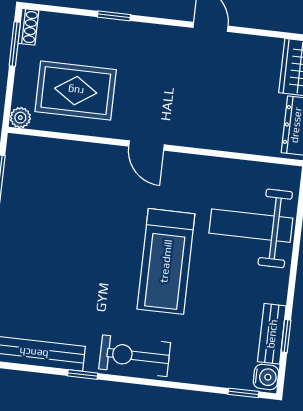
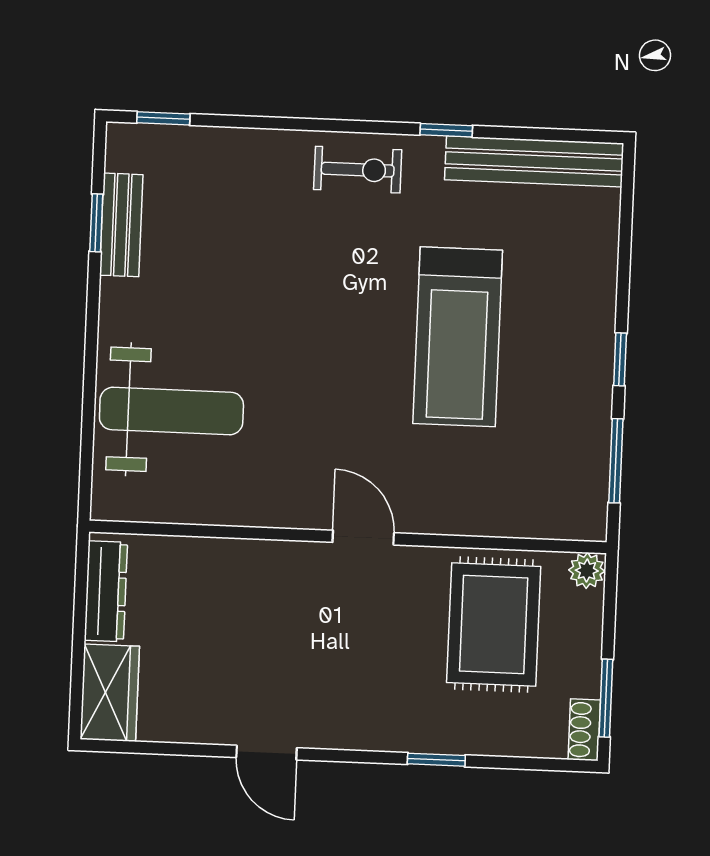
rug: (76, 91) -> (494, 625), turned 90
treadmill: (166, 261) -> (458, 337), moved, turned 180
exercise bike: (135, 356) -> (358, 170), width x0.73, depth x0.72
water cooler: (266, 377) -> (126, 149), removed

